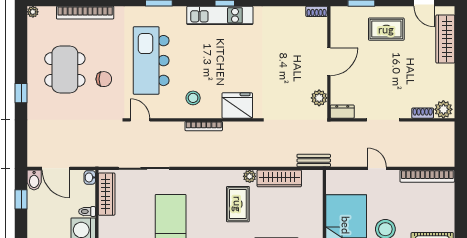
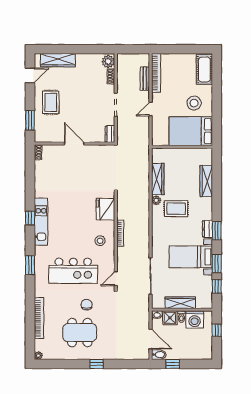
plant: (319, 98) -> (100, 151), removed
bench: (314, 160) -> (145, 79), moved
door: (56, 168) -> (150, 339), hinge flipped
wardrobe: (107, 194) -> (180, 303), moved
shower: (86, 195) -> (170, 318), added

